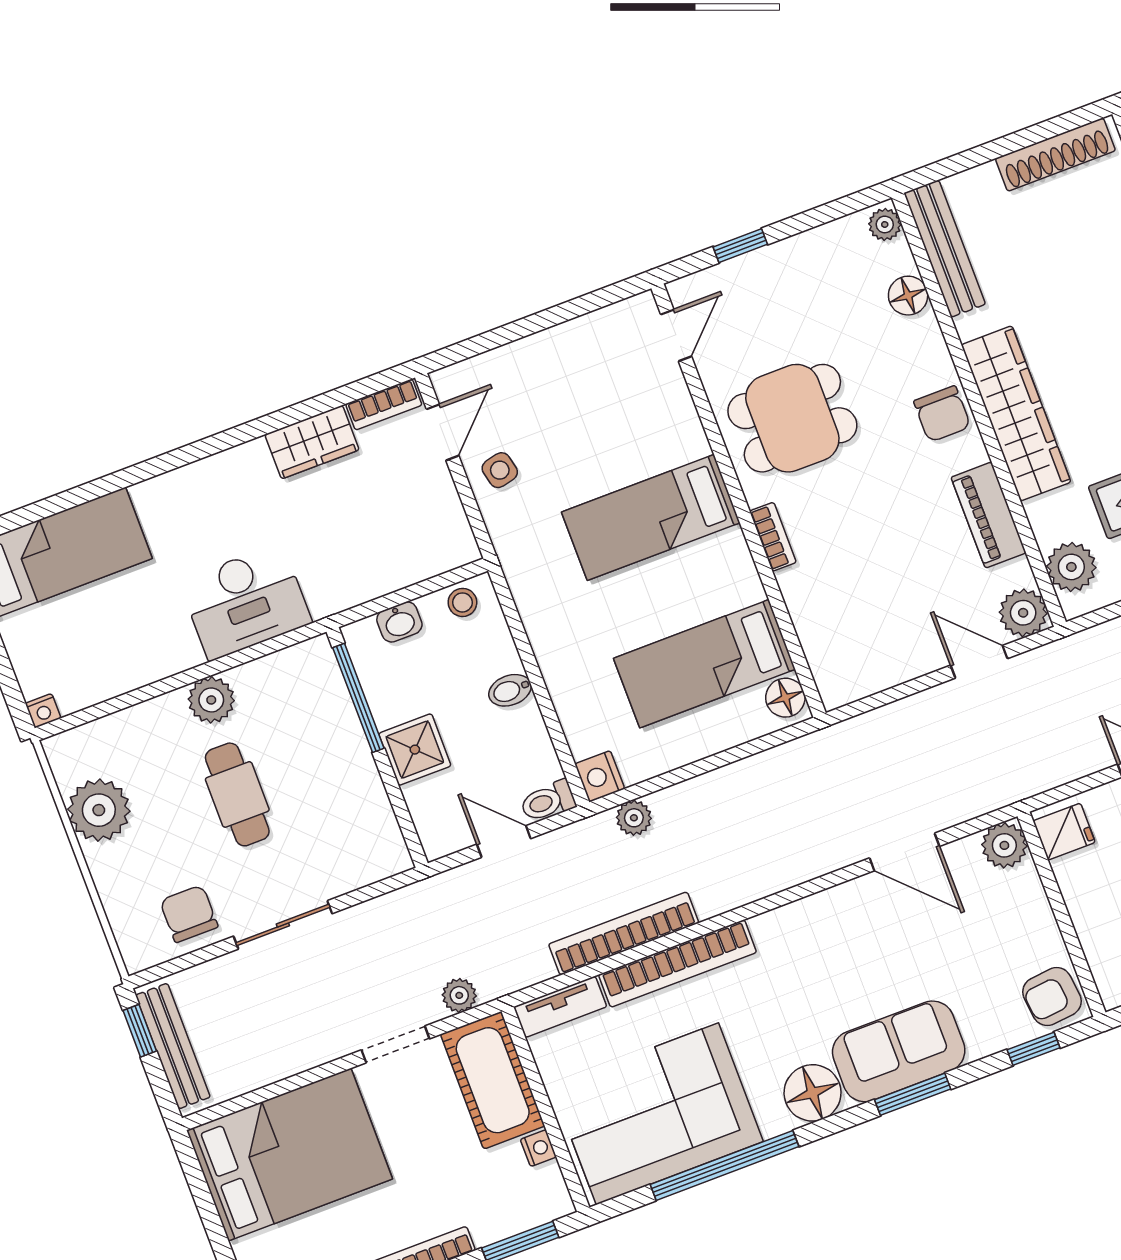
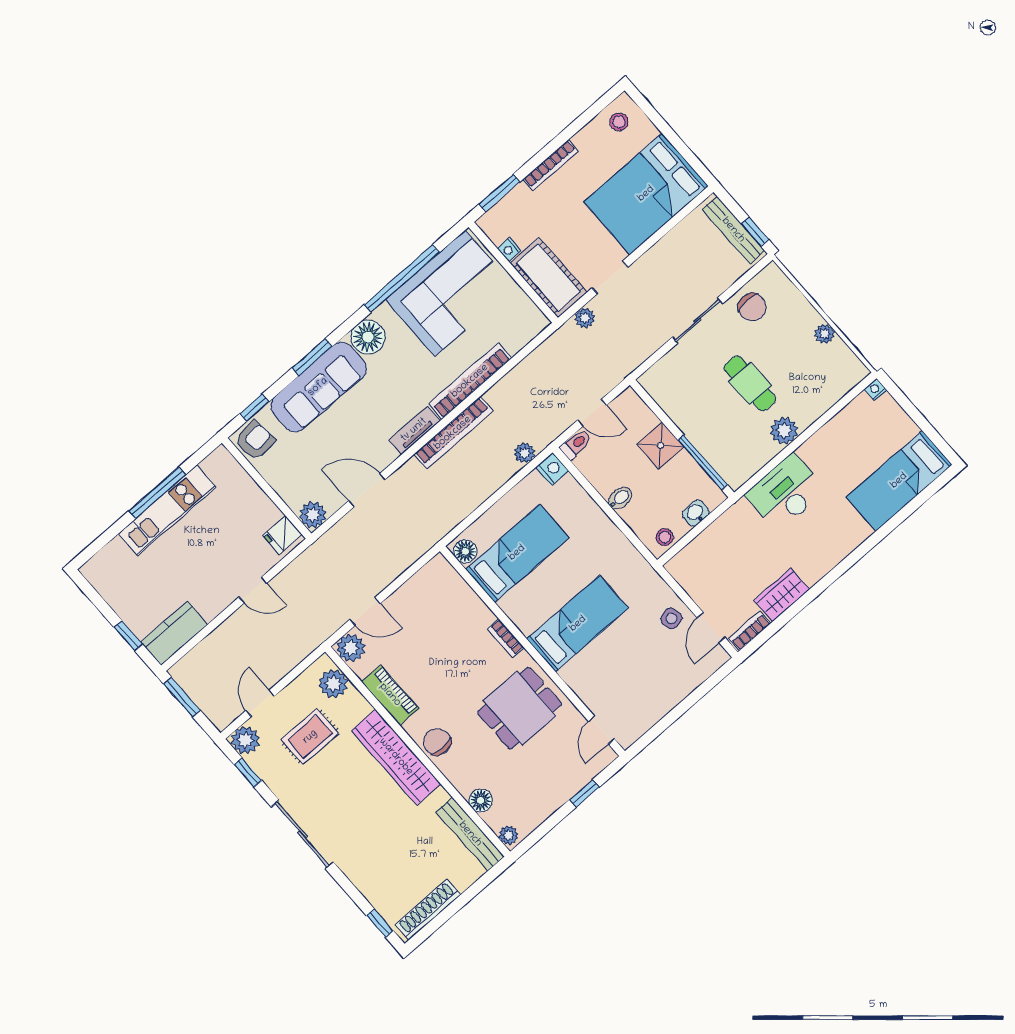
plant: (99, 810) -> (825, 334), width x0.53, depth x0.53
bookcase: (624, 933) -> (453, 433), moved
tv unit: (560, 1007) -> (414, 430), moved
sofa: (899, 1051) -> (318, 387), width x1.36

